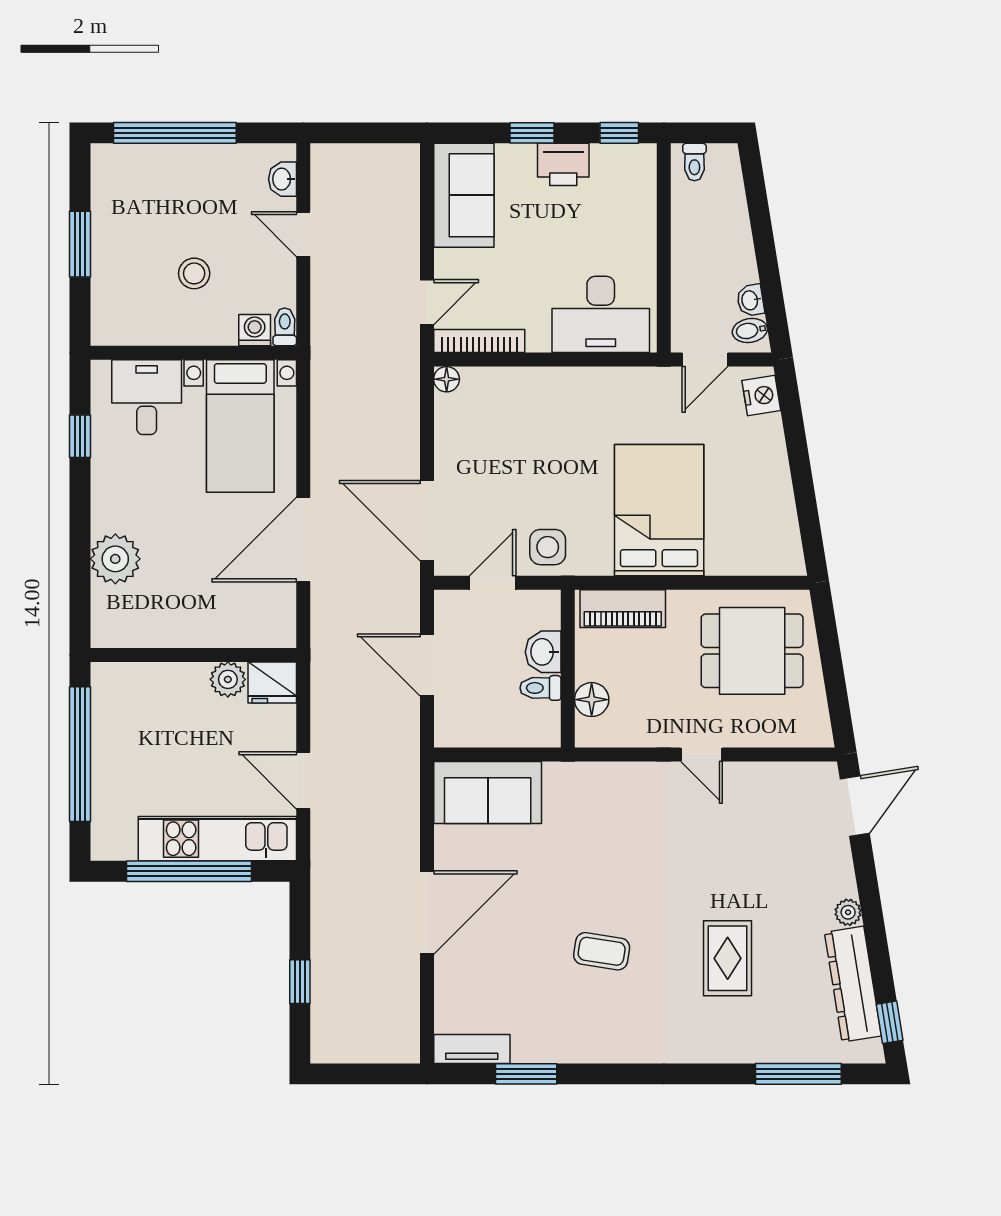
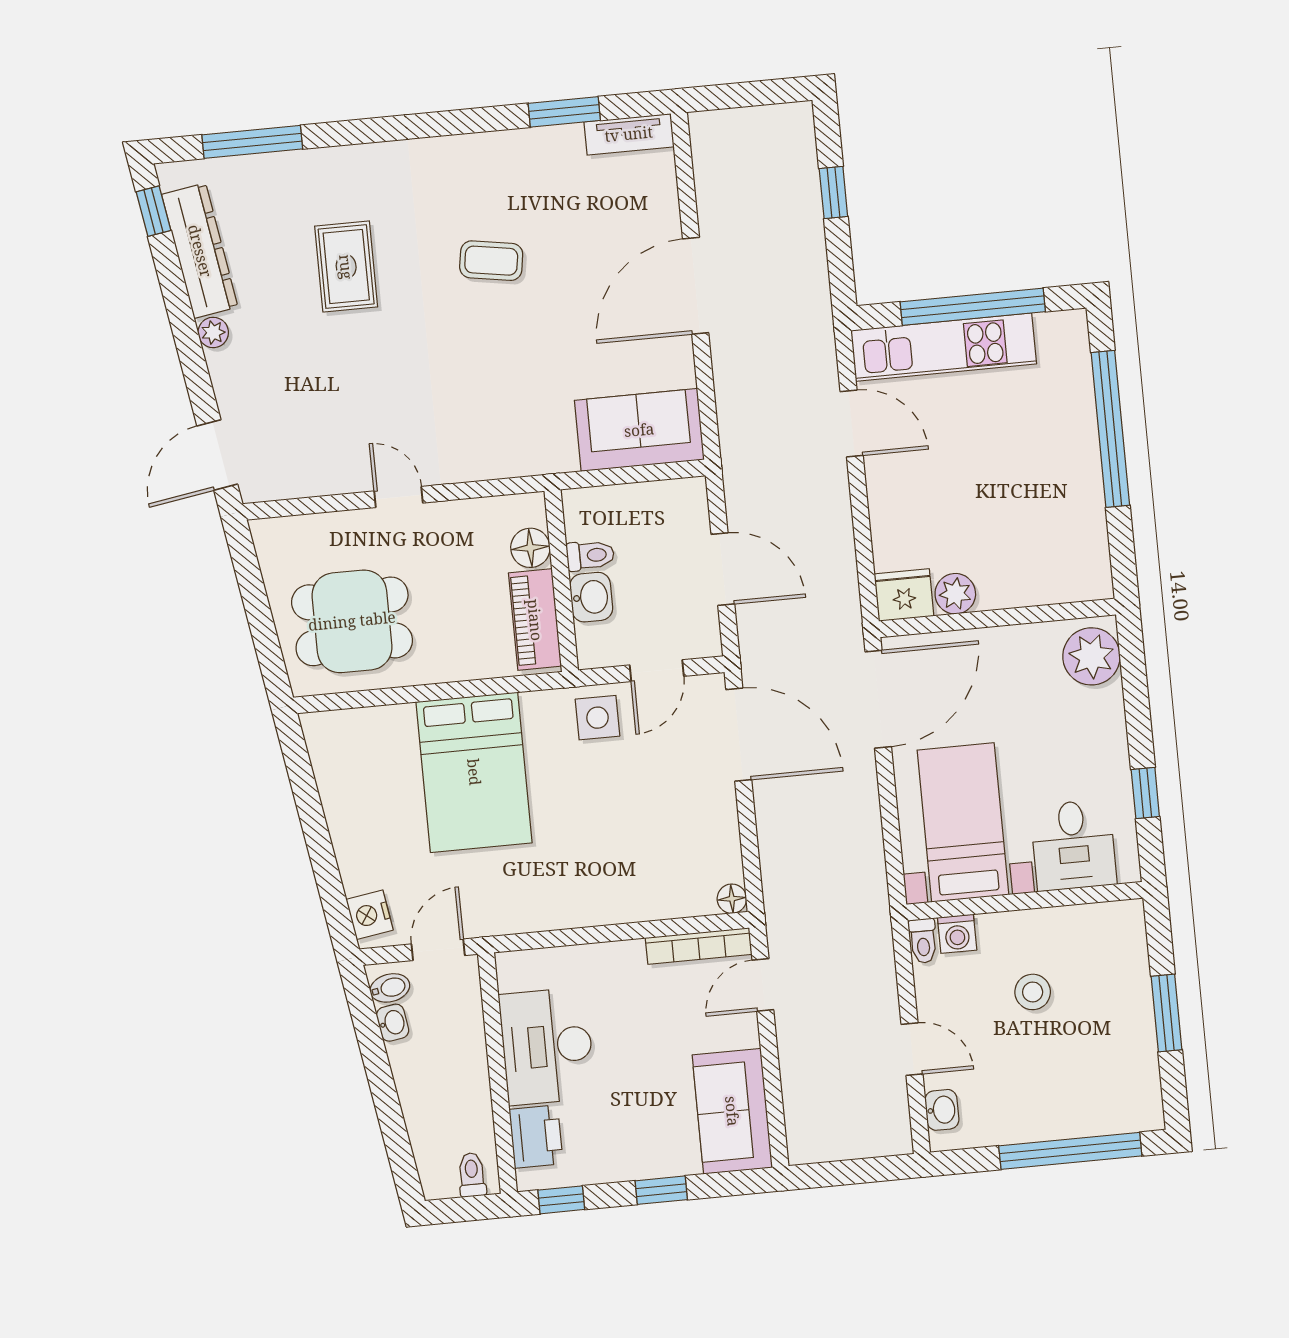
printer: (563, 164) -> (536, 1136), moved, turned 90
desk: (601, 314) -> (547, 1046), moved, turned -90
piano: (623, 609) -> (535, 620), moved, turned -90
wall: (193, 655) -> (997, 618), moved
plant: (228, 679) -> (955, 594), moved
fridge: (272, 683) -> (904, 595), moved

